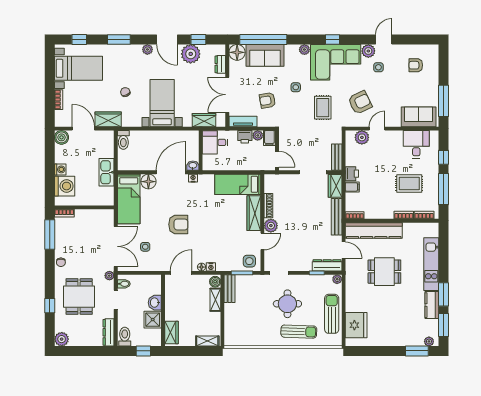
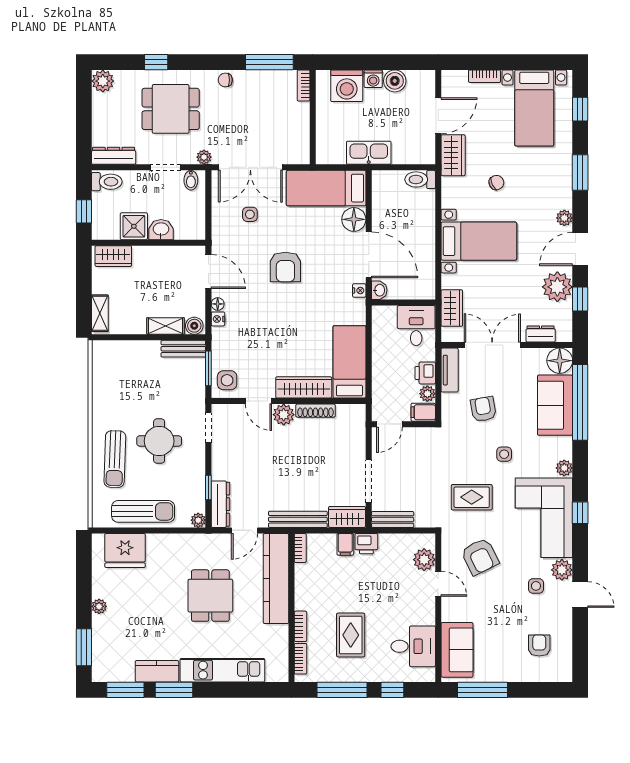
boiler: (62, 137) -> (395, 81), moved
plant: (429, 341) -> (99, 606), moved

